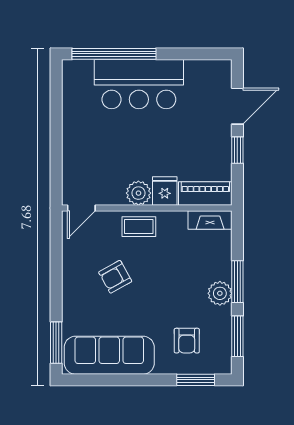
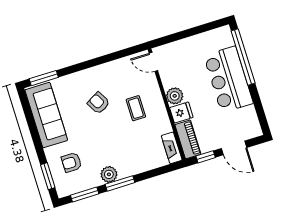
fridge: (165, 191) -> (181, 112), moved
plant: (138, 193) -> (175, 96), moved
piano: (205, 193) -> (188, 139), moved
door: (81, 208) -> (153, 62), moved
wall: (147, 208) -> (167, 104), moved
fireplace: (210, 220) -> (172, 148), moved

